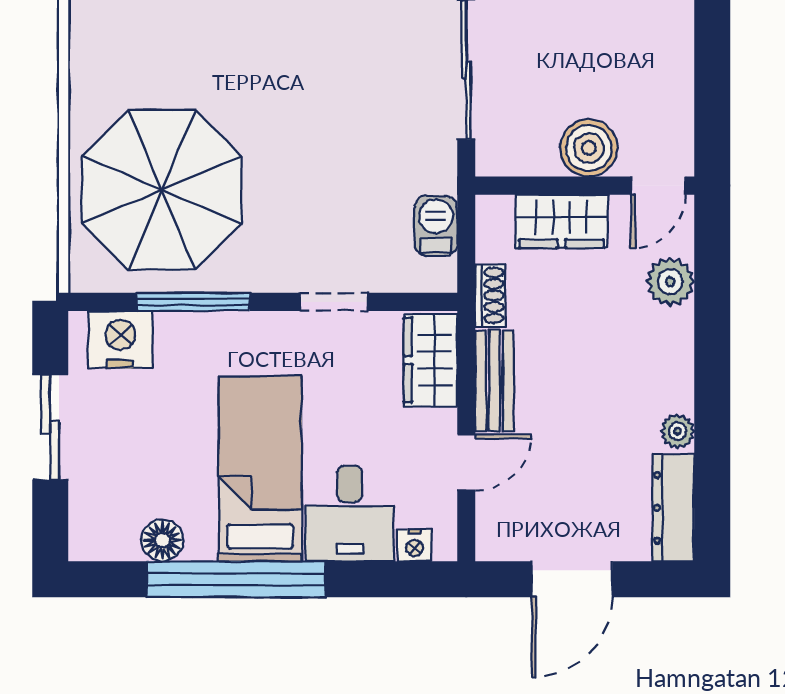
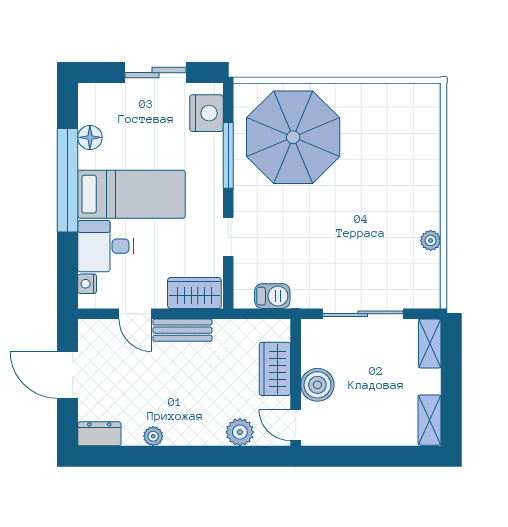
shoe rack: (490, 295) -> (232, 328), removed
dresser: (673, 508) -> (99, 434), width x0.70

